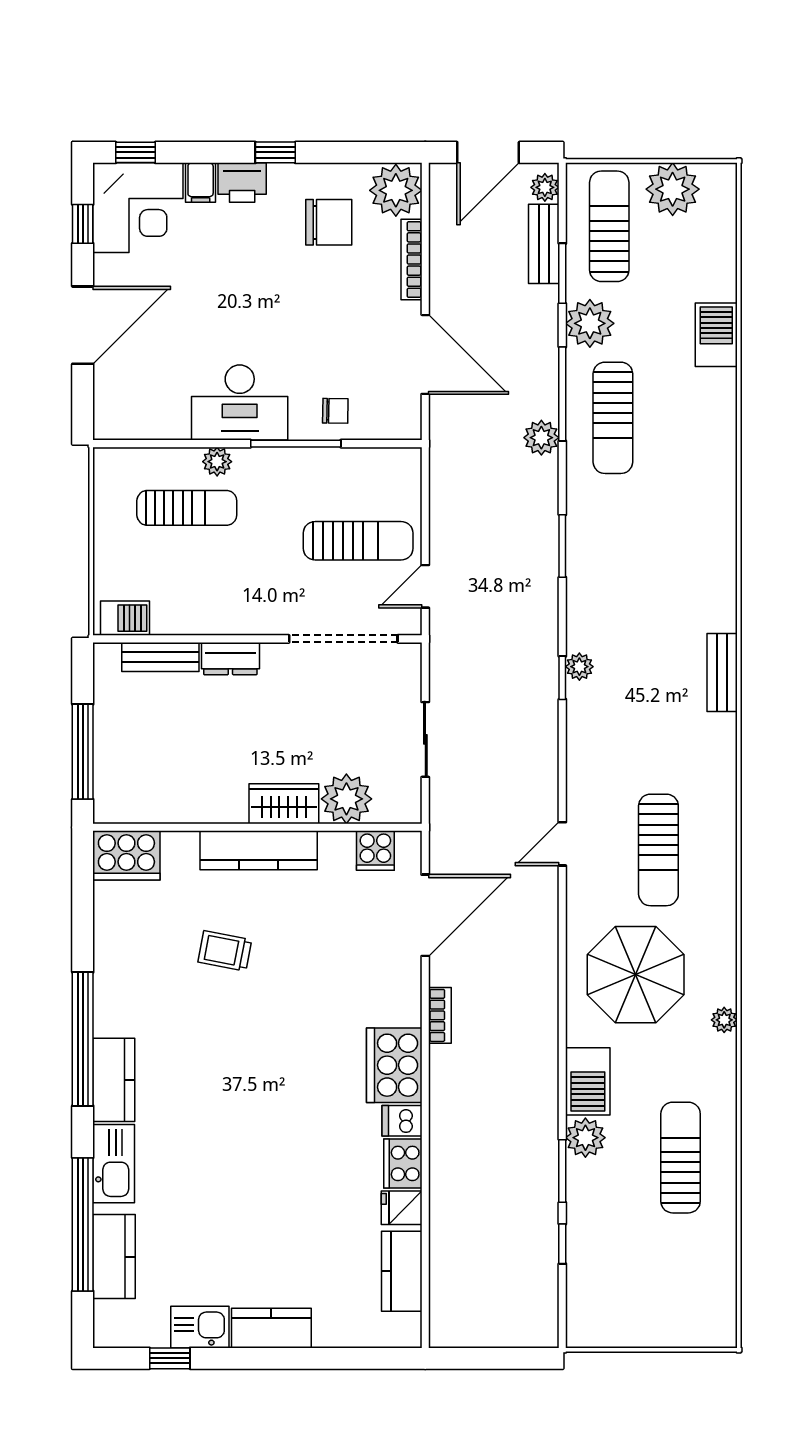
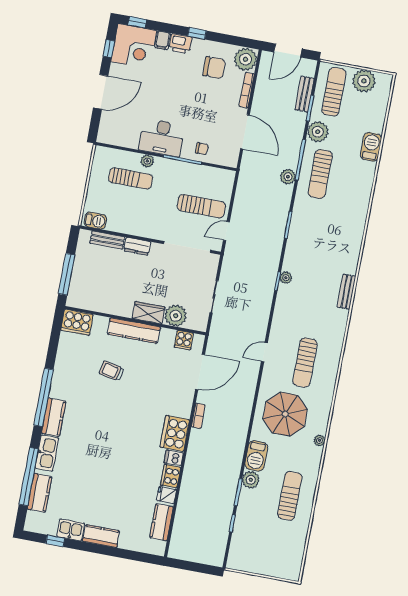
plant: (545, 187) -> (309, 70), removed

